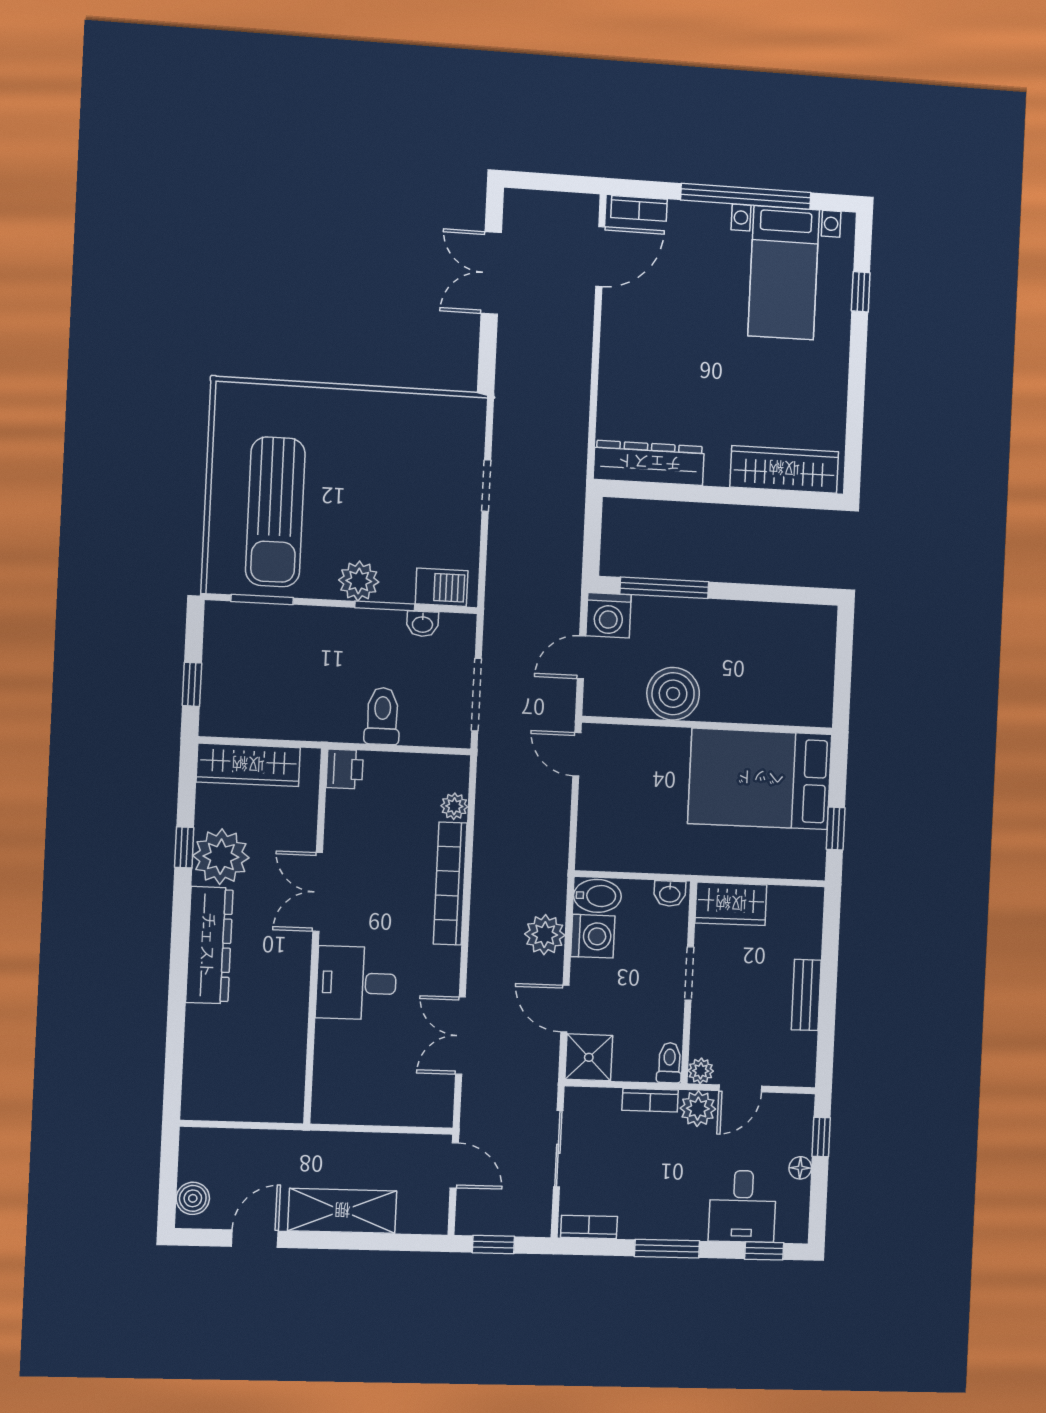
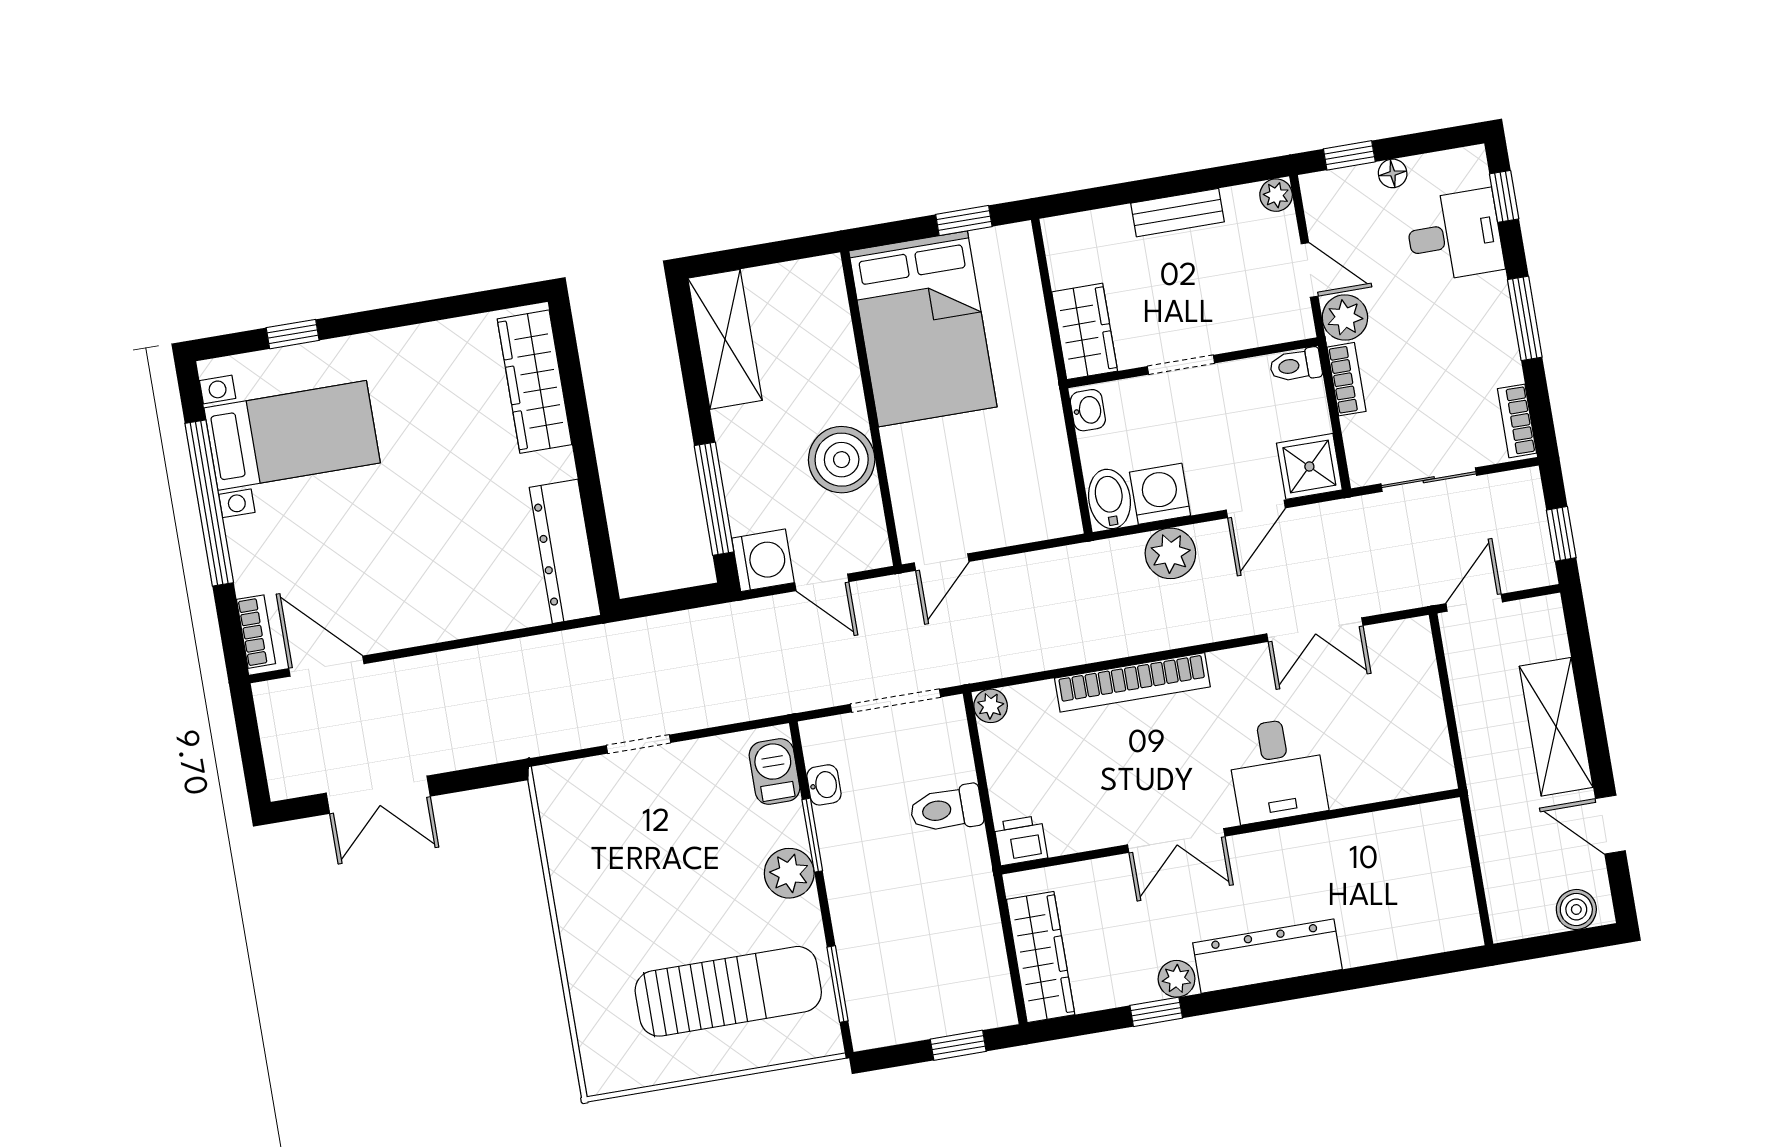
shelving: (785, 624) -> (725, 339), added
plant: (454, 806) -> (991, 706), moved
plant: (221, 857) -> (1177, 979), width x0.53, depth x0.53
plant: (701, 1071) -> (1276, 195), moved

